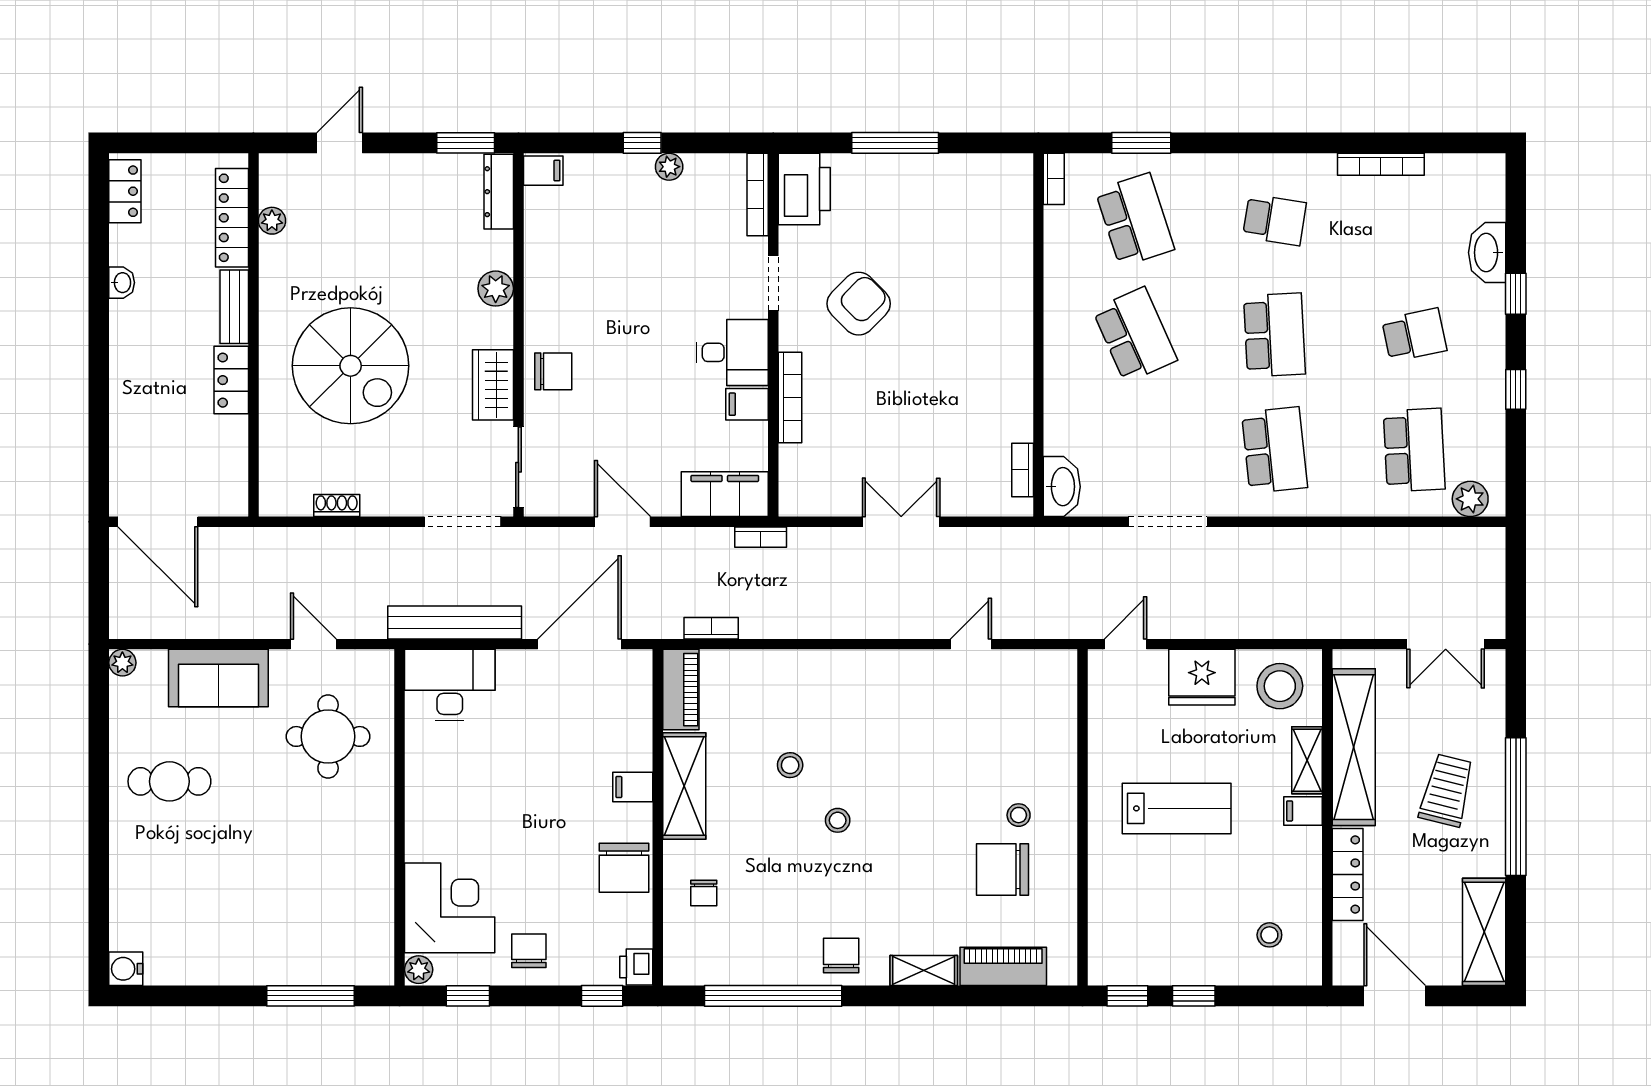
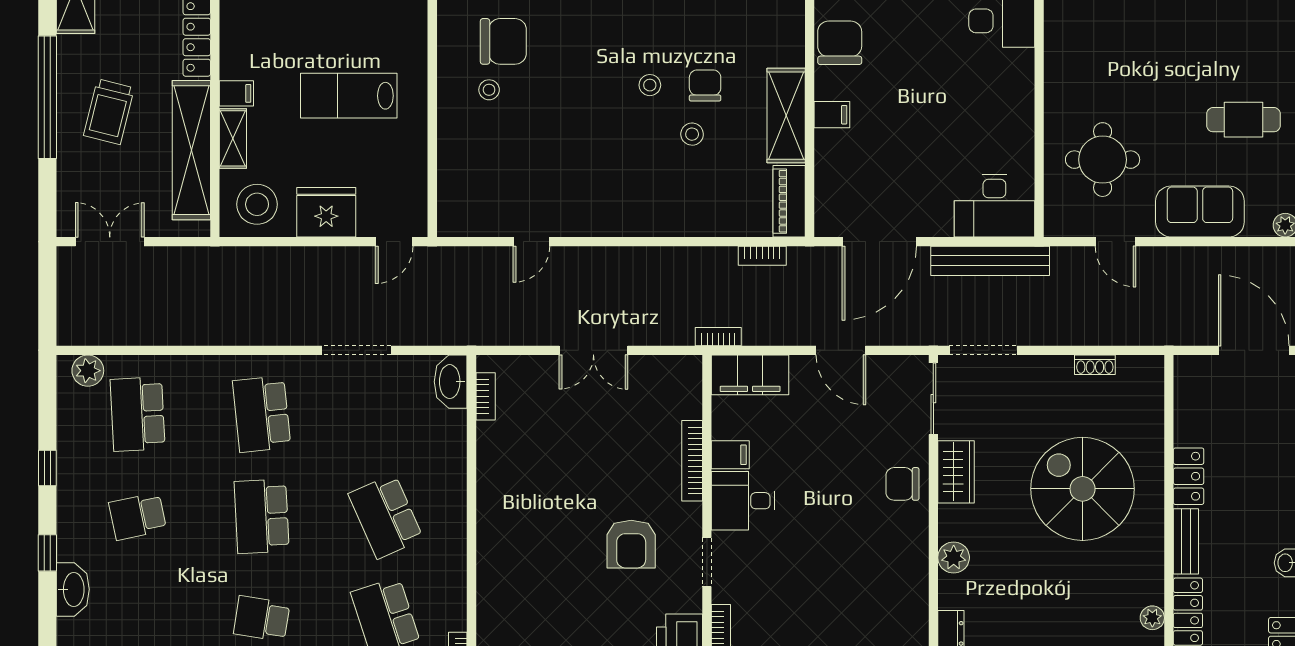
armchair: (859, 304) -> (631, 544), turned -45
chair: (704, 893) -> (705, 85), moved, width x1.37, depth x1.37

